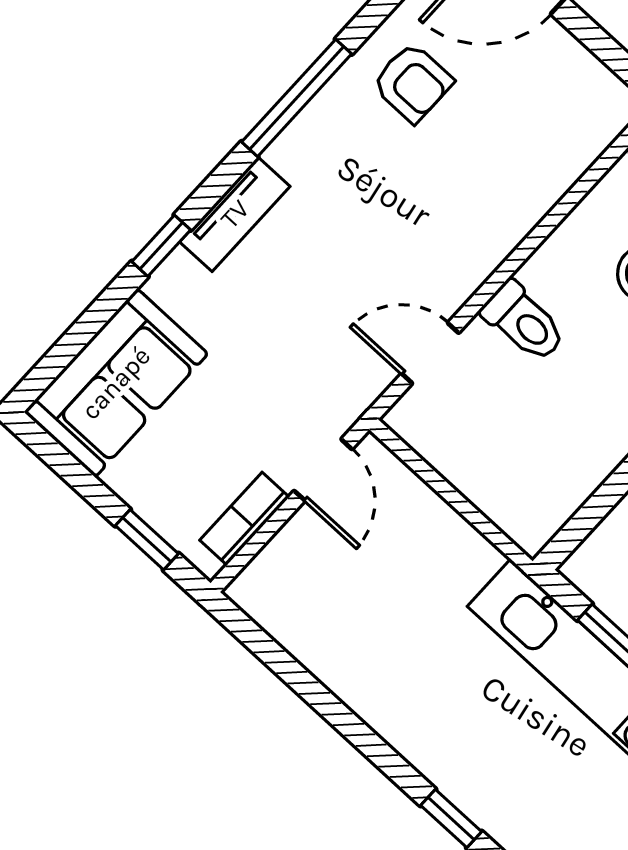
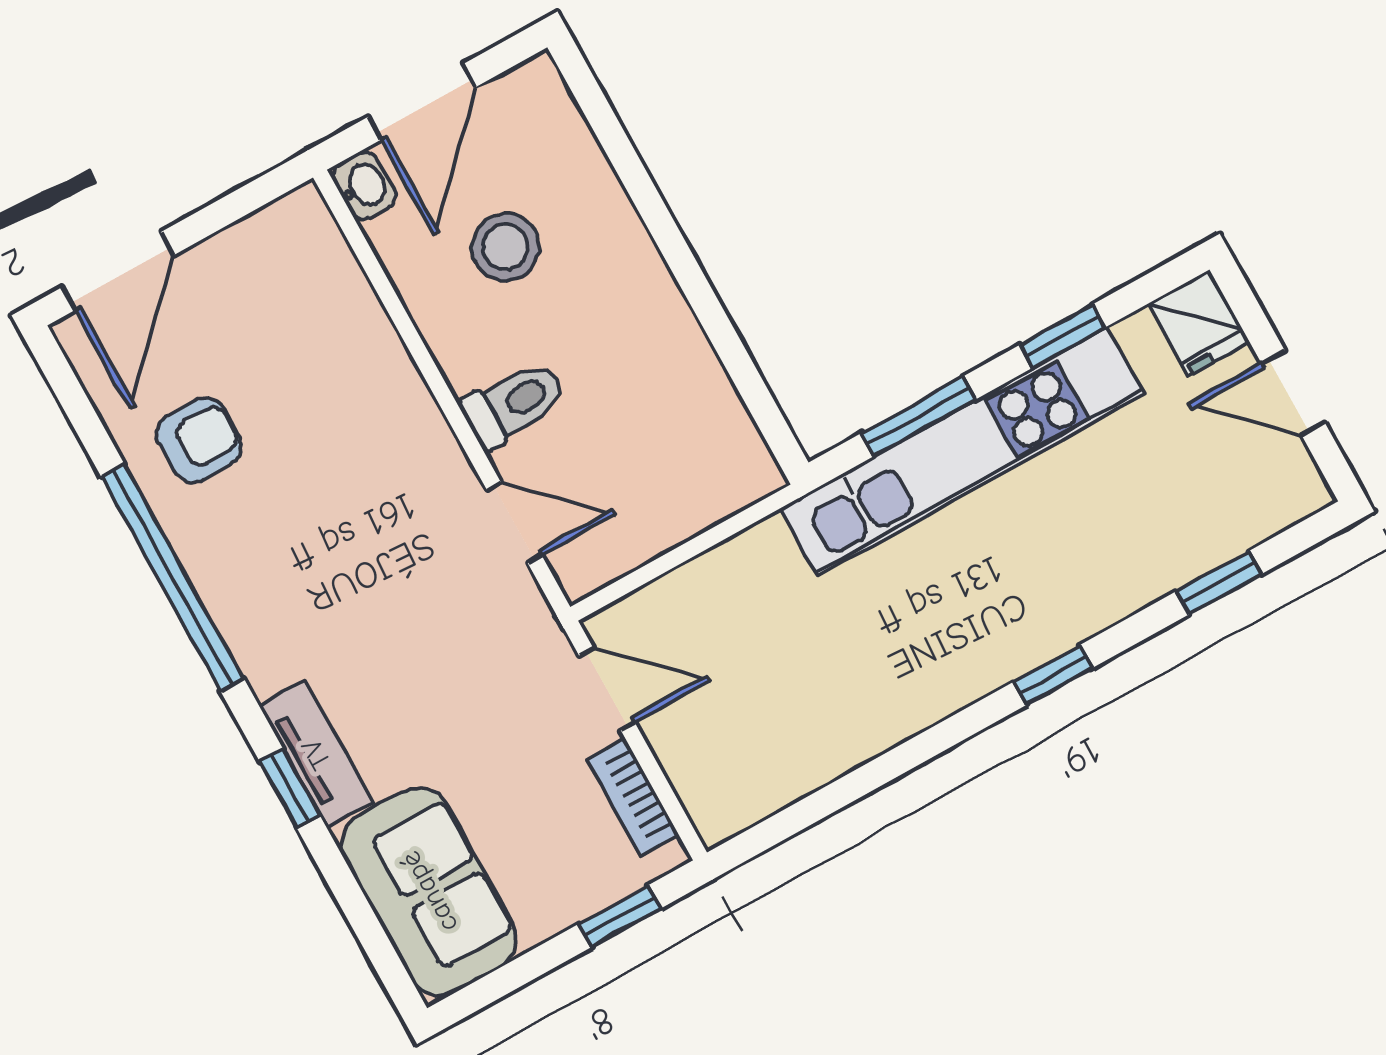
window: (297, 98) -> (173, 578), width x1.46
tv unit: (235, 214) -> (316, 754), moved
door: (430, 353) -> (514, 523), swing flipped

